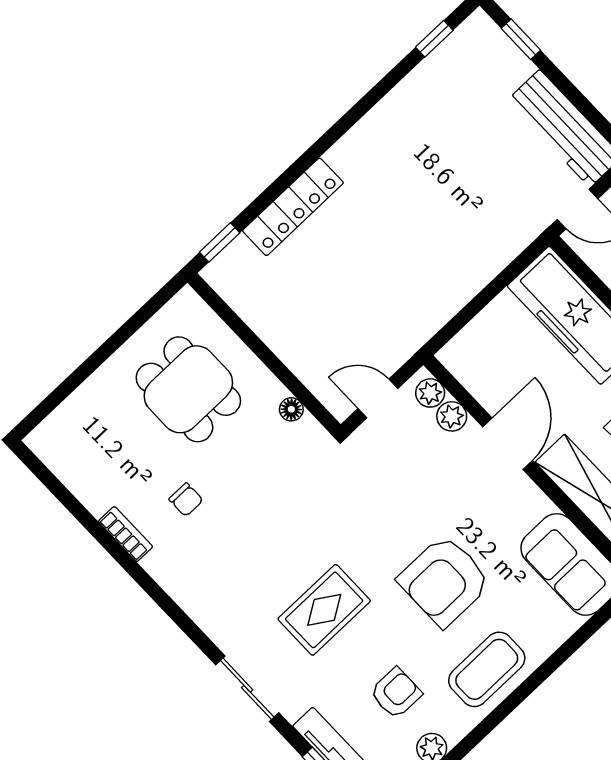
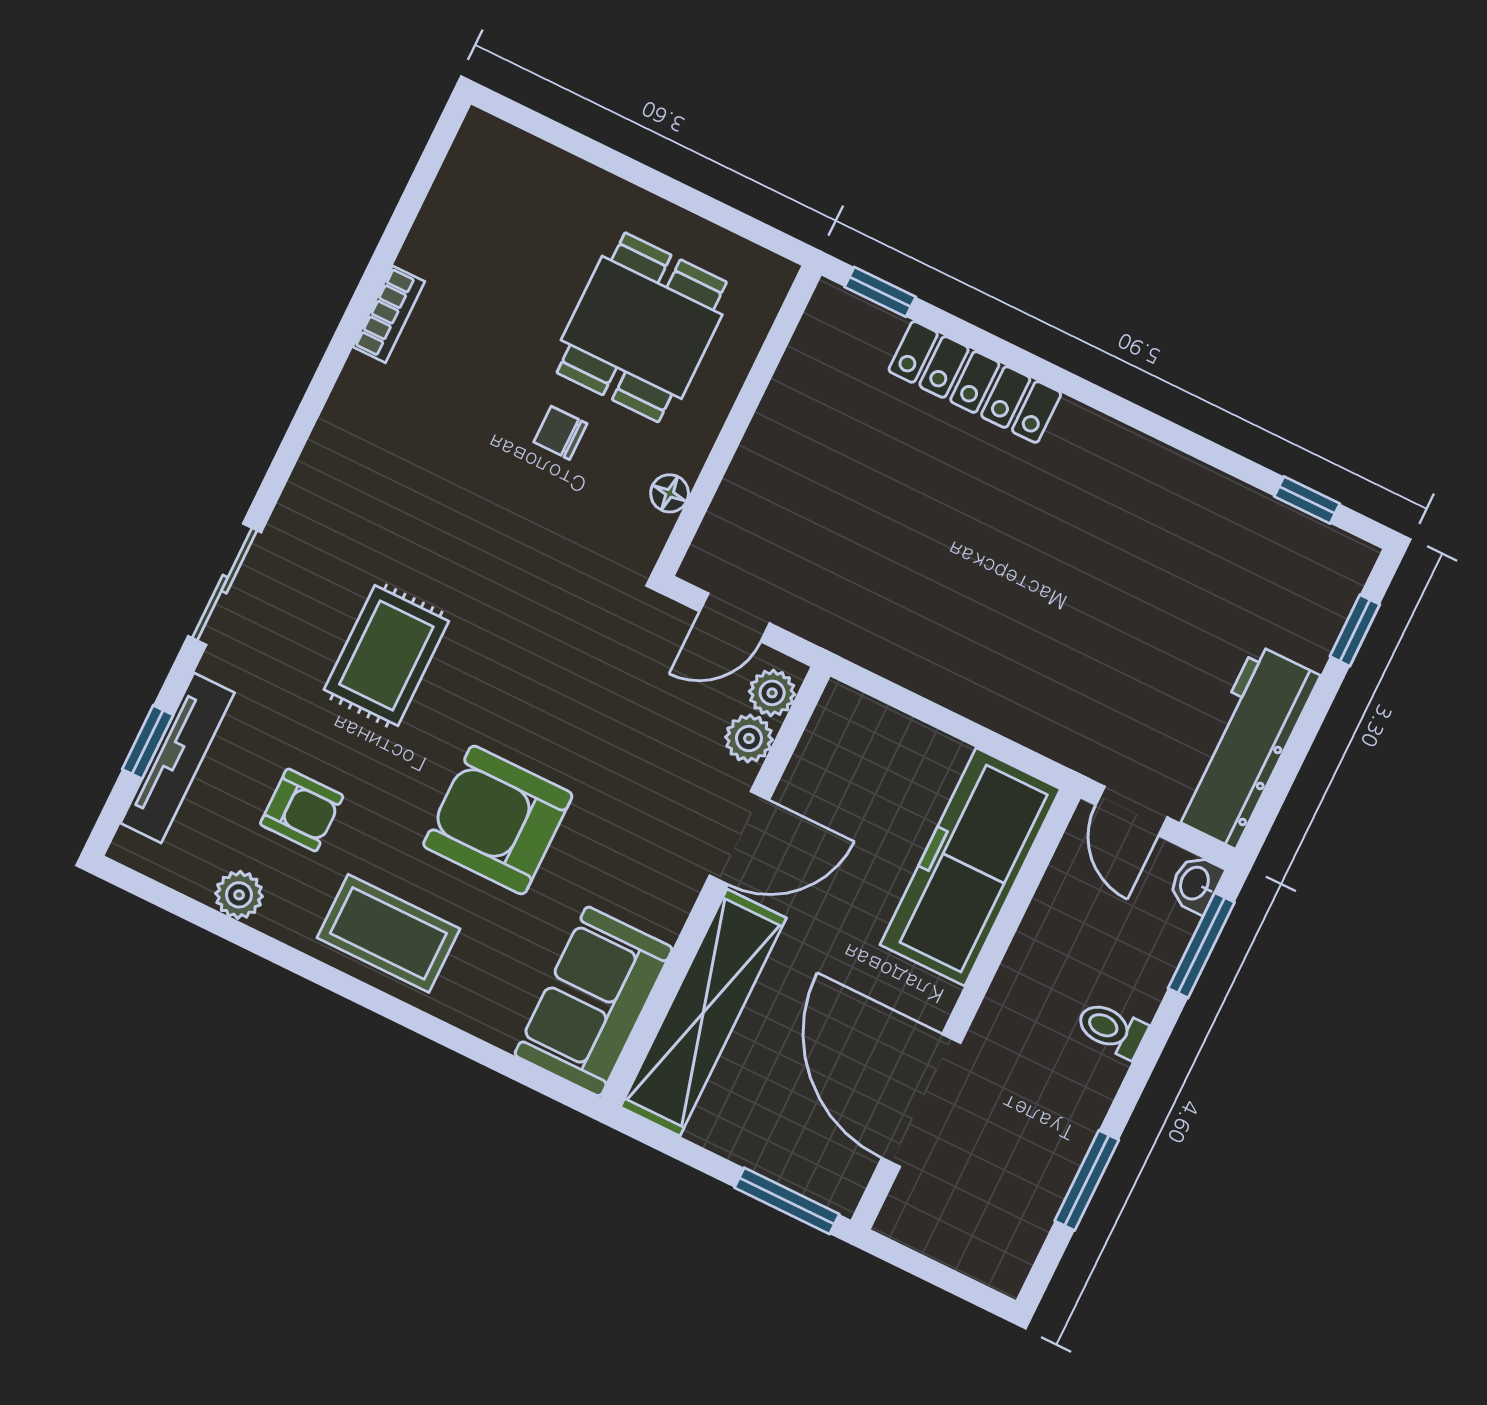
door: (378, 398) -> (734, 617), swing flipped
chair: (186, 500) -> (560, 433), moved, turned 90
rug: (324, 610) -> (386, 655), turned 90

